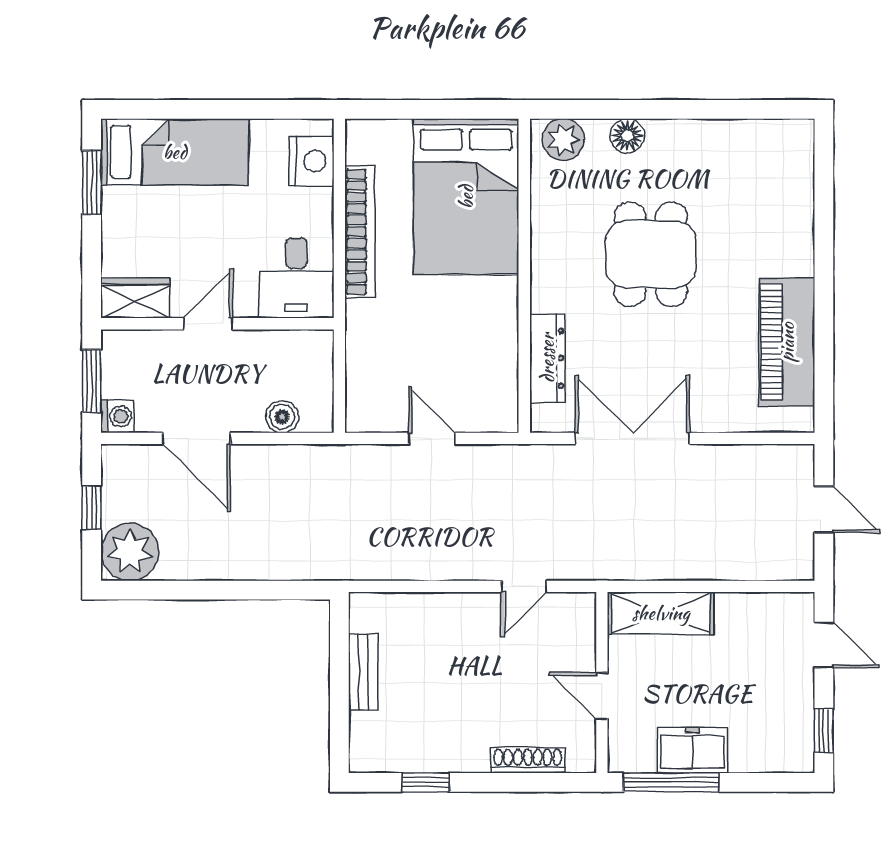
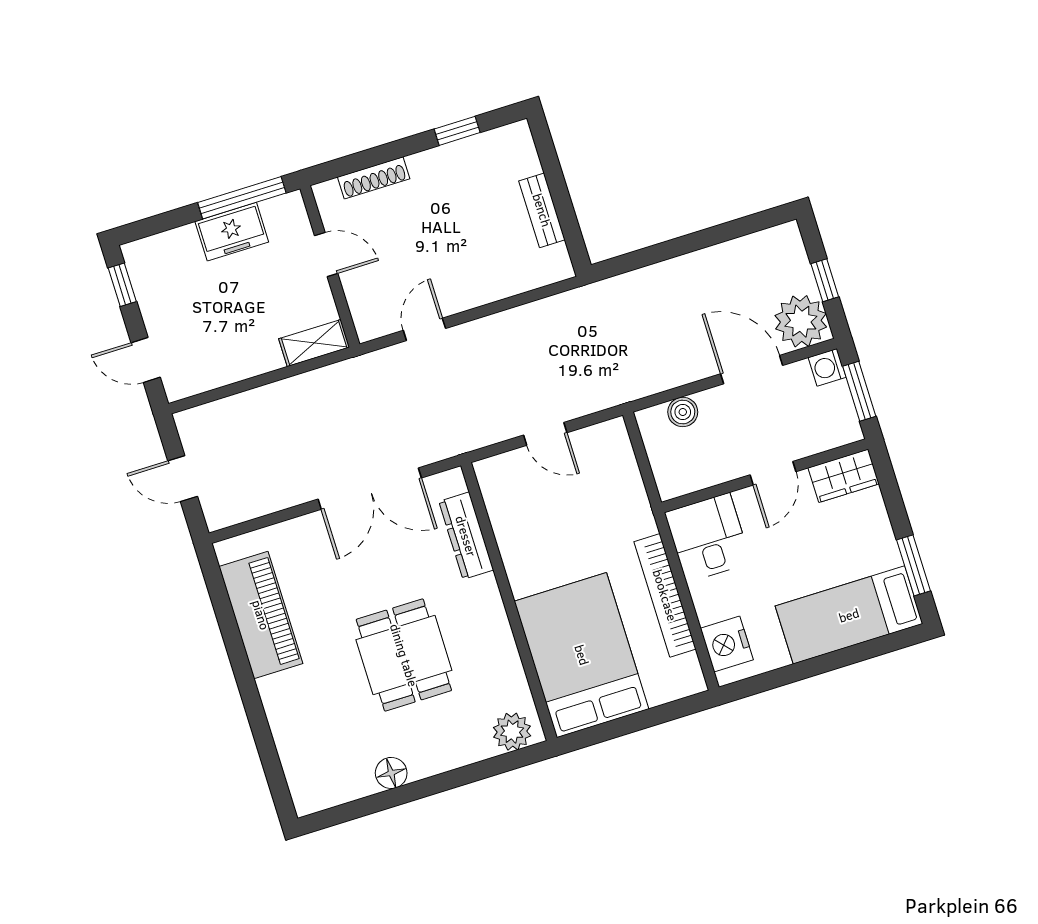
floor lamp: (627, 136) -> (391, 773), moved
plant: (130, 552) -> (801, 321), moved
shelving: (661, 613) -> (314, 343), width x0.67, depth x0.75

